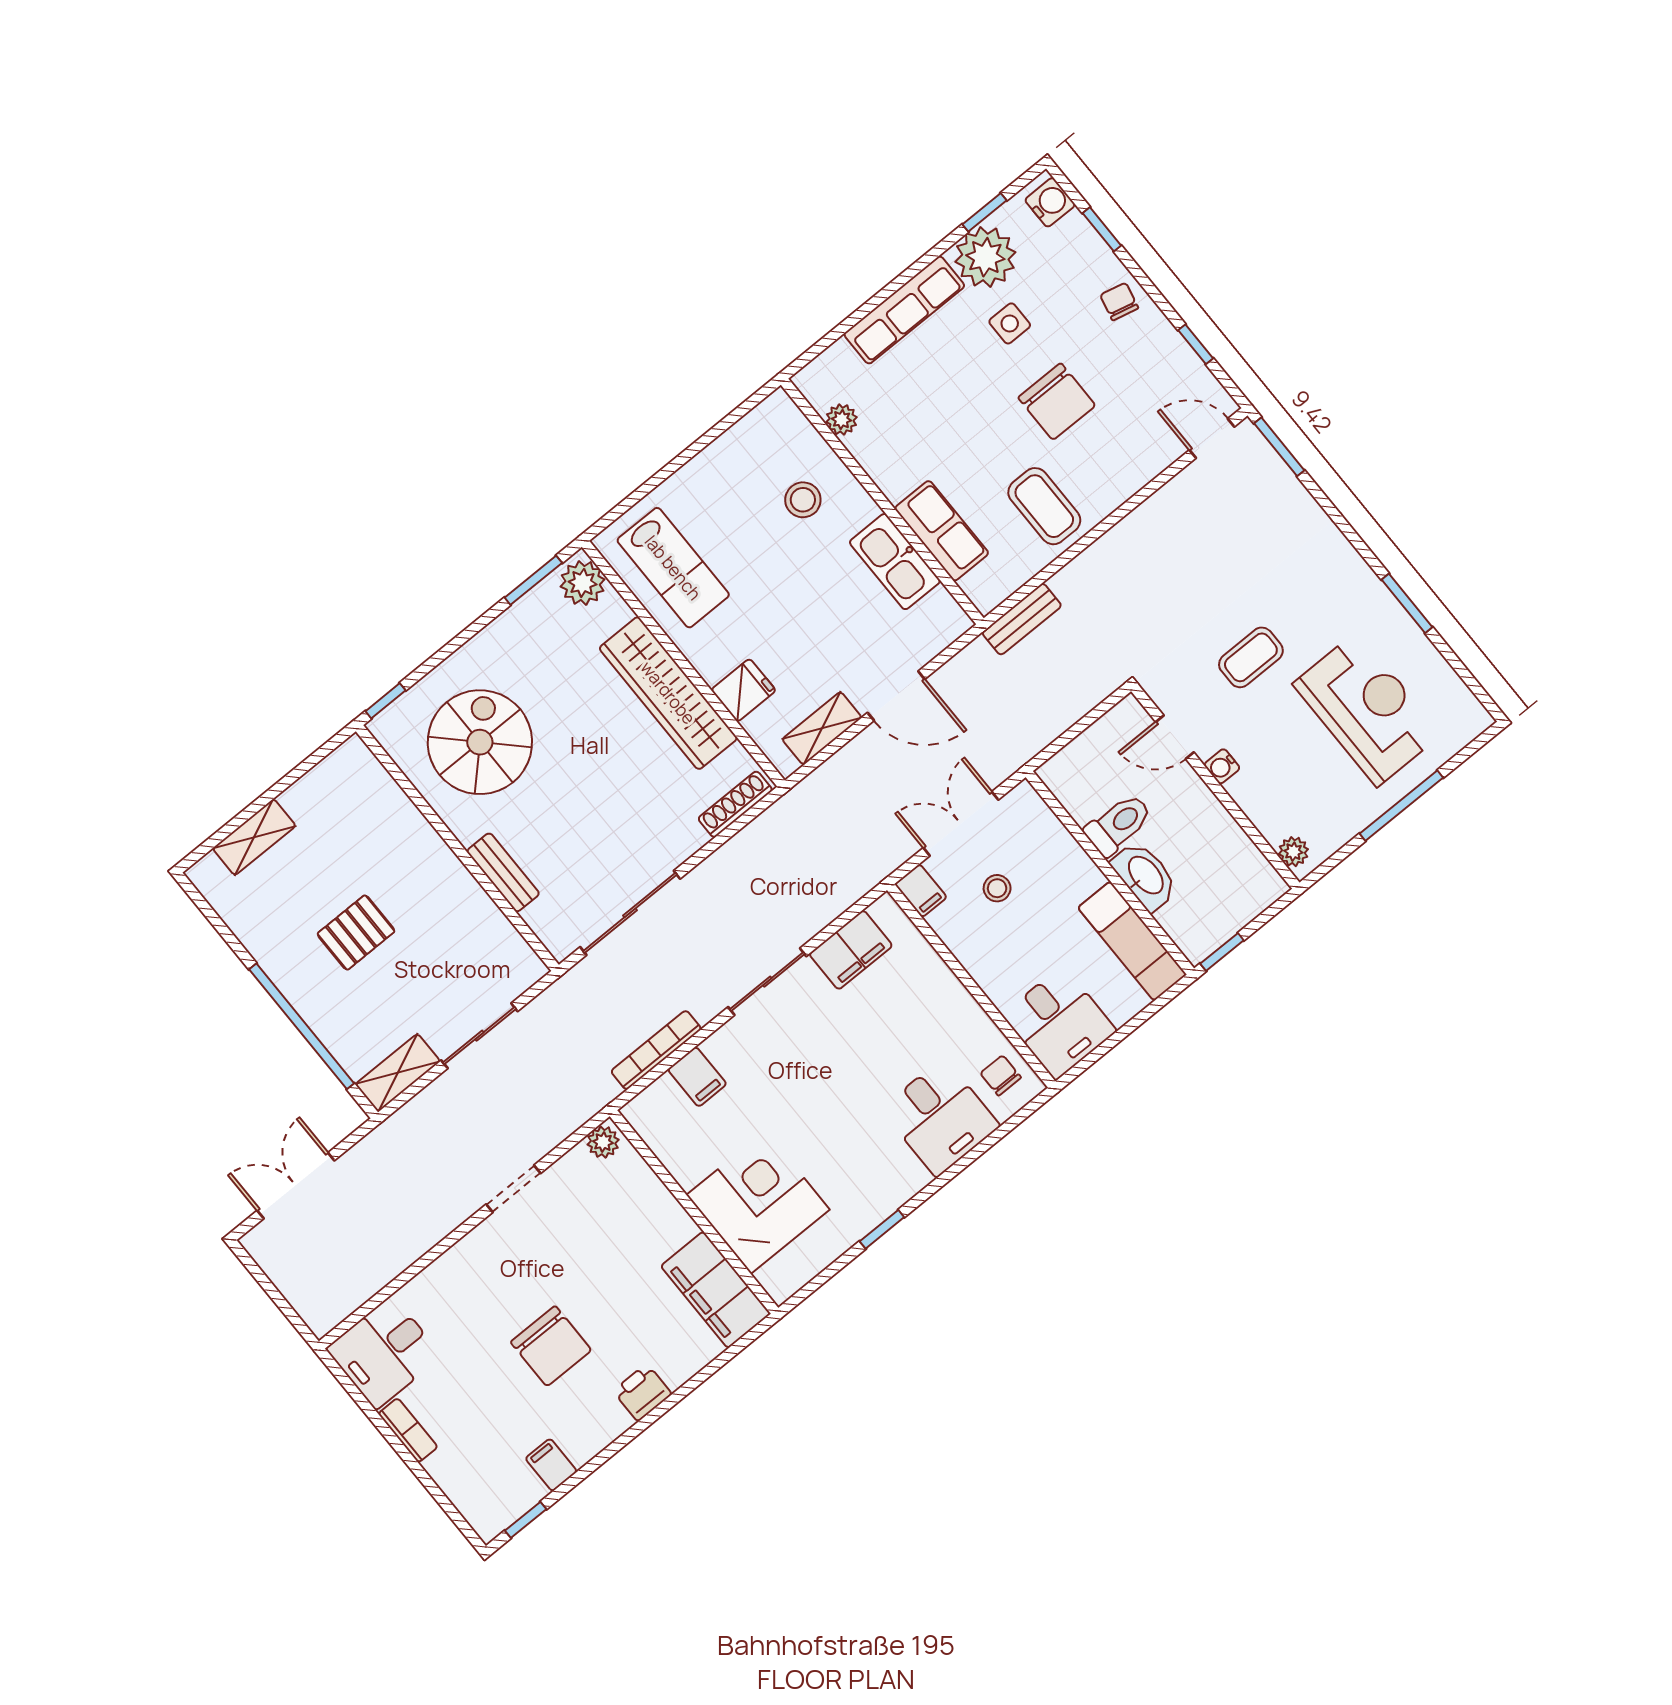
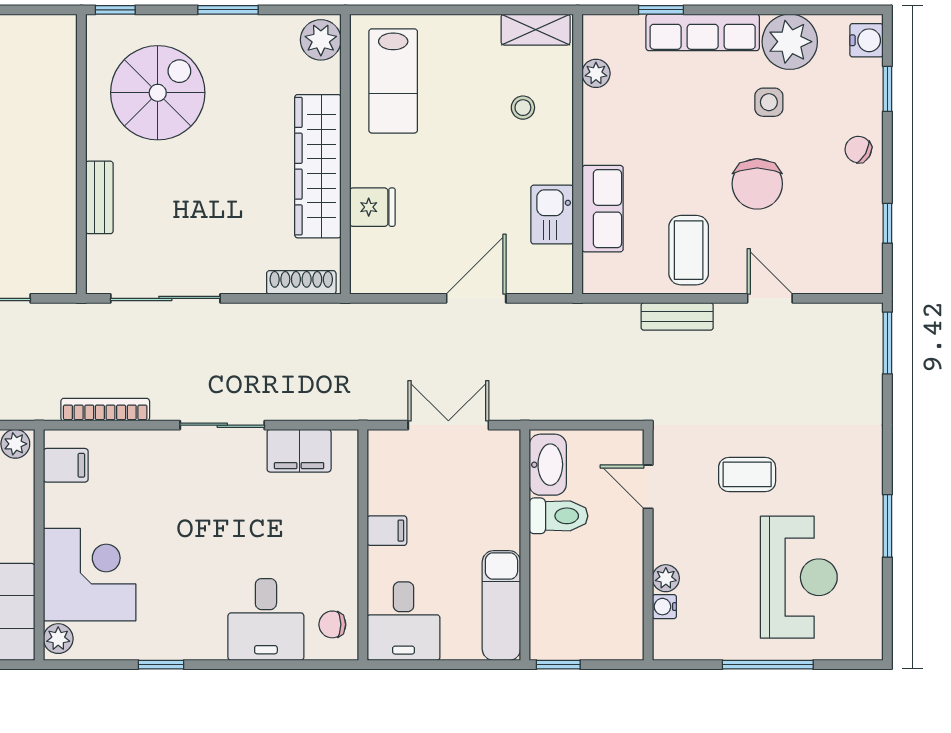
window: (985, 212) -> (661, 10), moved
chair: (1119, 302) -> (858, 149), turned -74
door: (1212, 438) -> (770, 298), moved
stool: (803, 500) -> (523, 108), width x0.73, depth x0.73
kitchen sink: (895, 562) -> (552, 215), width x0.73
window: (533, 580) -> (228, 10), moved
bench: (1022, 619) -> (677, 316), moved
door: (896, 696) -> (476, 298), swing flipped
shelving: (822, 728) -> (536, 30), moved
water cooler: (1222, 766) -> (664, 607), moved
plant: (1293, 852) -> (666, 578), moved
washbasin: (1145, 876) -> (548, 465), moved
stool: (997, 888) -> (437, 491), removed
filing cabinet: (921, 891) -> (387, 531), moved, turned -90
chair: (1001, 1075) -> (332, 624), turned -90
filing cabinet: (697, 1077) -> (66, 465), moved, turned -90
plant: (776, 1279) -> (58, 639), added

